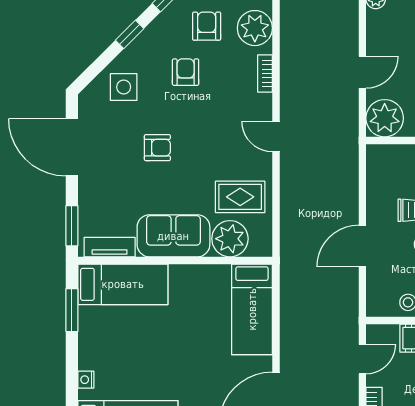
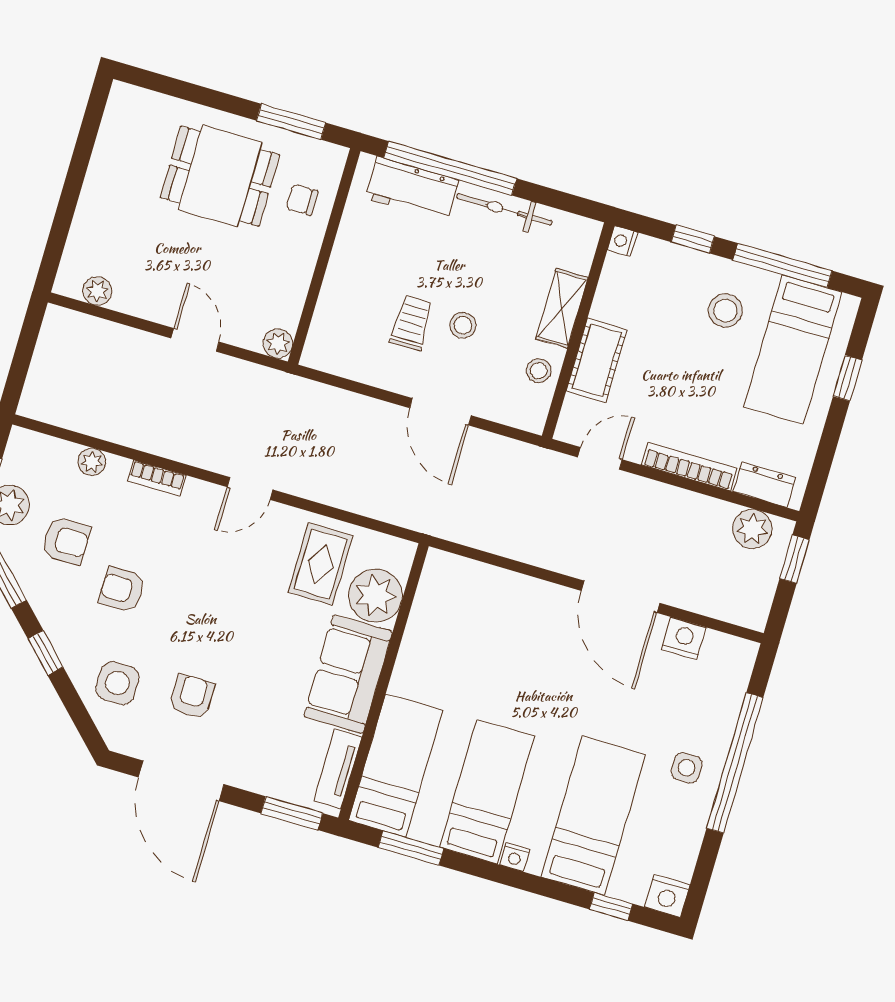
armchair: (207, 26) -> (66, 541), turned 180
plant: (255, 28) -> (92, 462), width x0.53, depth x0.53
plant: (385, 118) -> (278, 343), width x0.53, depth x0.53
door: (72, 147) -> (181, 781), hinge flipped
armchair: (157, 148) -> (192, 697), moved
bed: (252, 309) -> (487, 792), moved, turned -90
door: (362, 359) -> (600, 458), hinge flipped

